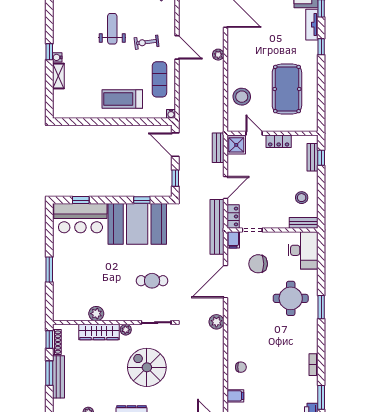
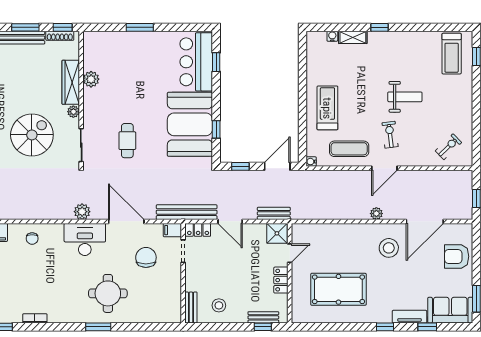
water cooler: (57, 57) -> (332, 36), moved
stool: (242, 97) -> (389, 248), moved
desk: (303, 250) -> (85, 239), moved, turned 180

